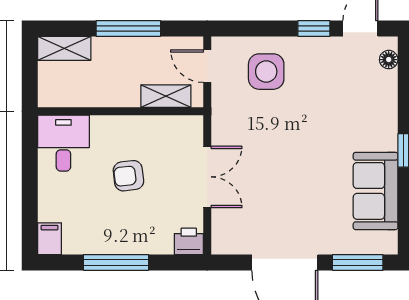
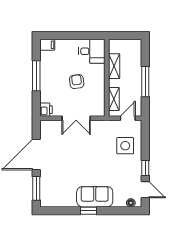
shelving: (64, 48) -> (114, 66), moved
sofa: (376, 191) -> (95, 197), moved

